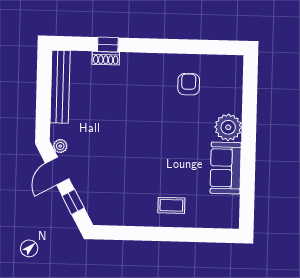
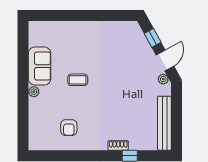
shoe rack: (106, 58) -> (118, 145), moved
plant: (228, 127) -> (34, 92), width x0.53, depth x0.53
coffee table: (171, 205) -> (78, 80), moved

